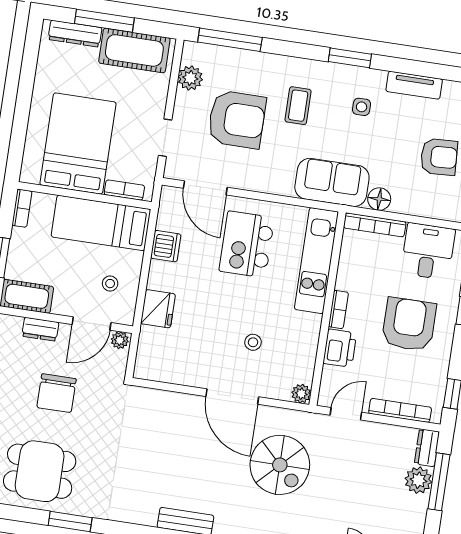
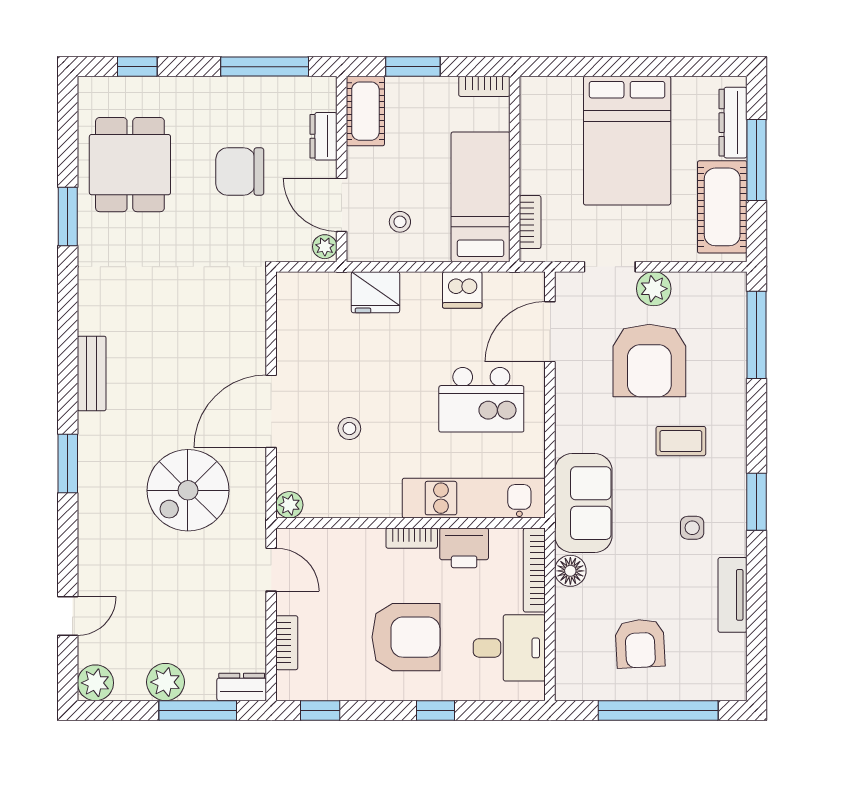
plant: (190, 78) -> (654, 289), moved
bed: (78, 144) -> (627, 141), moved, turned 90
kitchen island: (247, 244) -> (481, 400), turned 180
printer: (340, 348) -> (464, 548), moved
bookcase: (400, 410) -> (287, 643), width x0.64
plant: (418, 480) -> (165, 682), moved

